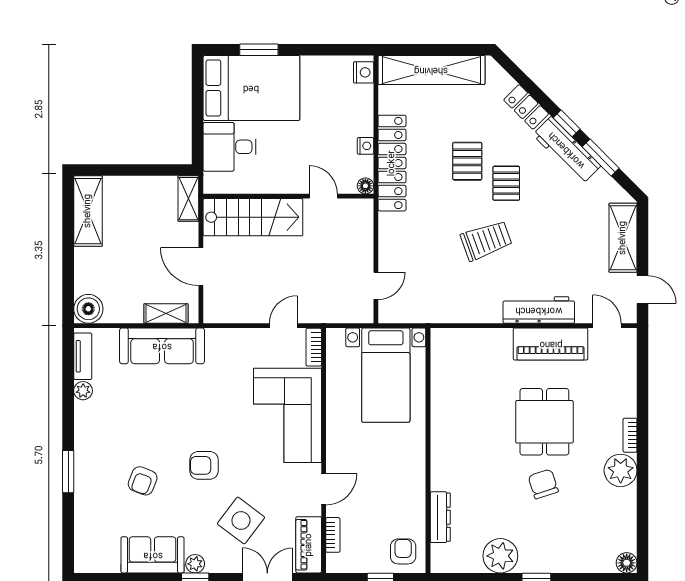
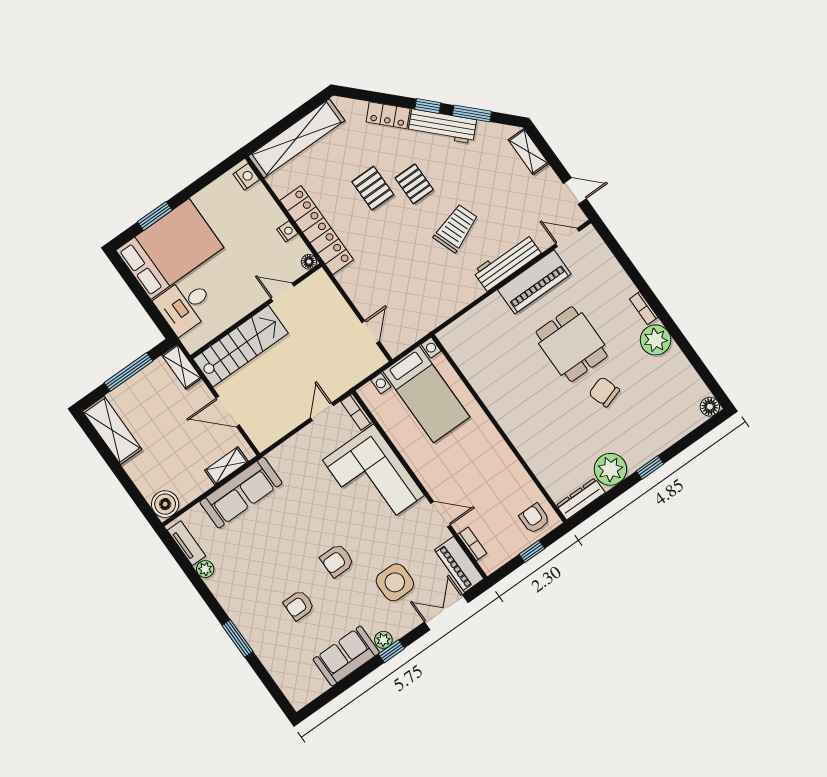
window: (139, 170) -> (129, 372), added
shelving: (623, 238) -> (528, 152), width x0.67, depth x0.75
trolley: (486, 240) -> (456, 228), moved
armchair: (143, 481) -> (299, 605), turned 69
door: (324, 489) -> (441, 514), hinge flipped
dresser: (440, 517) -> (581, 499), moved, turned -90
side table: (241, 520) -> (395, 582), turned -37

